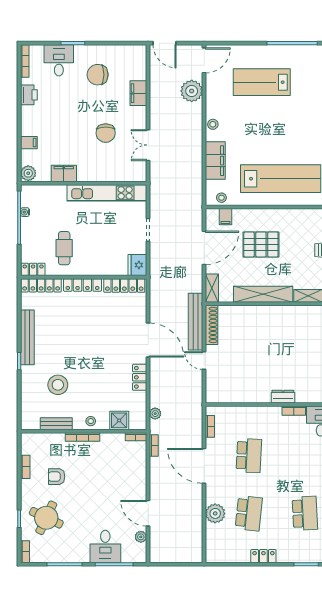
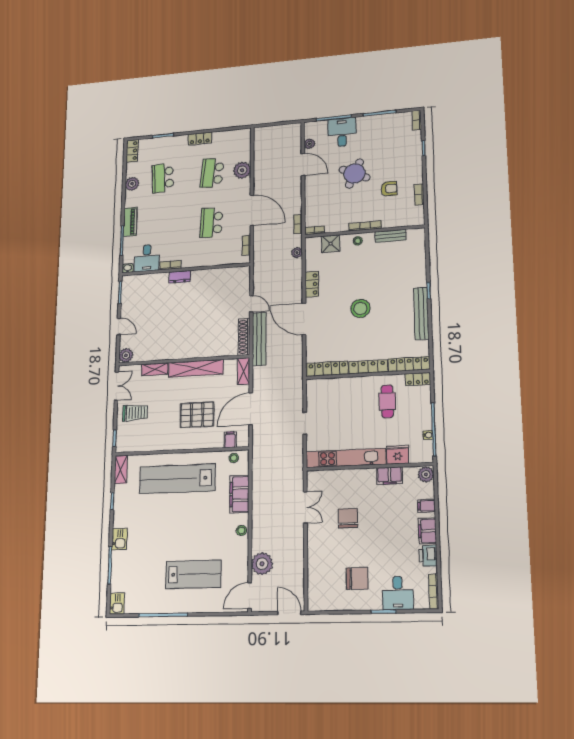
filing cabinet: (138, 93) -> (427, 531), moved, turned 180
fridge: (137, 265) -> (398, 455), moved, turned -90
stool: (58, 385) -> (360, 308), moved
round table: (46, 518) -> (355, 174), moved

